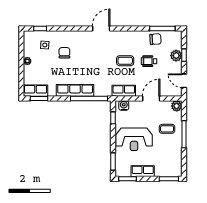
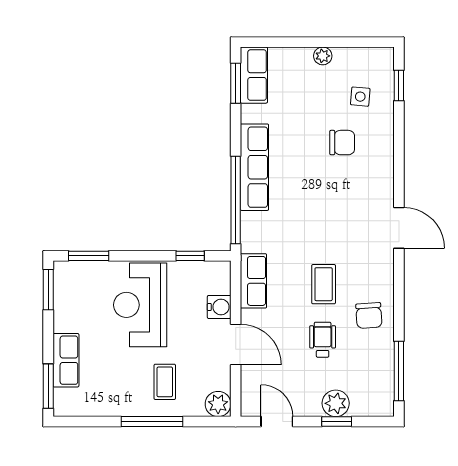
chair: (155, 39) -> (369, 316), moved
door: (184, 81) -> (277, 422), hinge flipped
water cooler: (124, 105) -> (219, 307), moved
row of seats: (143, 171) -> (66, 360), moved

